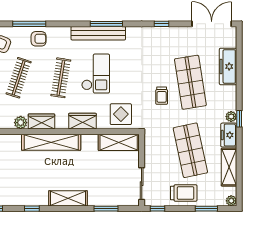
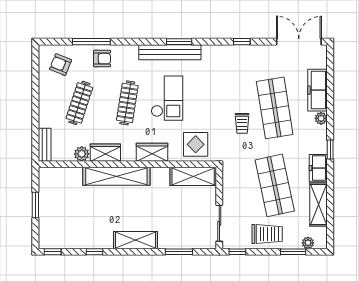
window: (106, 24) -> (179, 42), width x0.69
plant: (231, 117) -> (321, 118), moved
plant: (231, 201) -> (308, 243), moved

